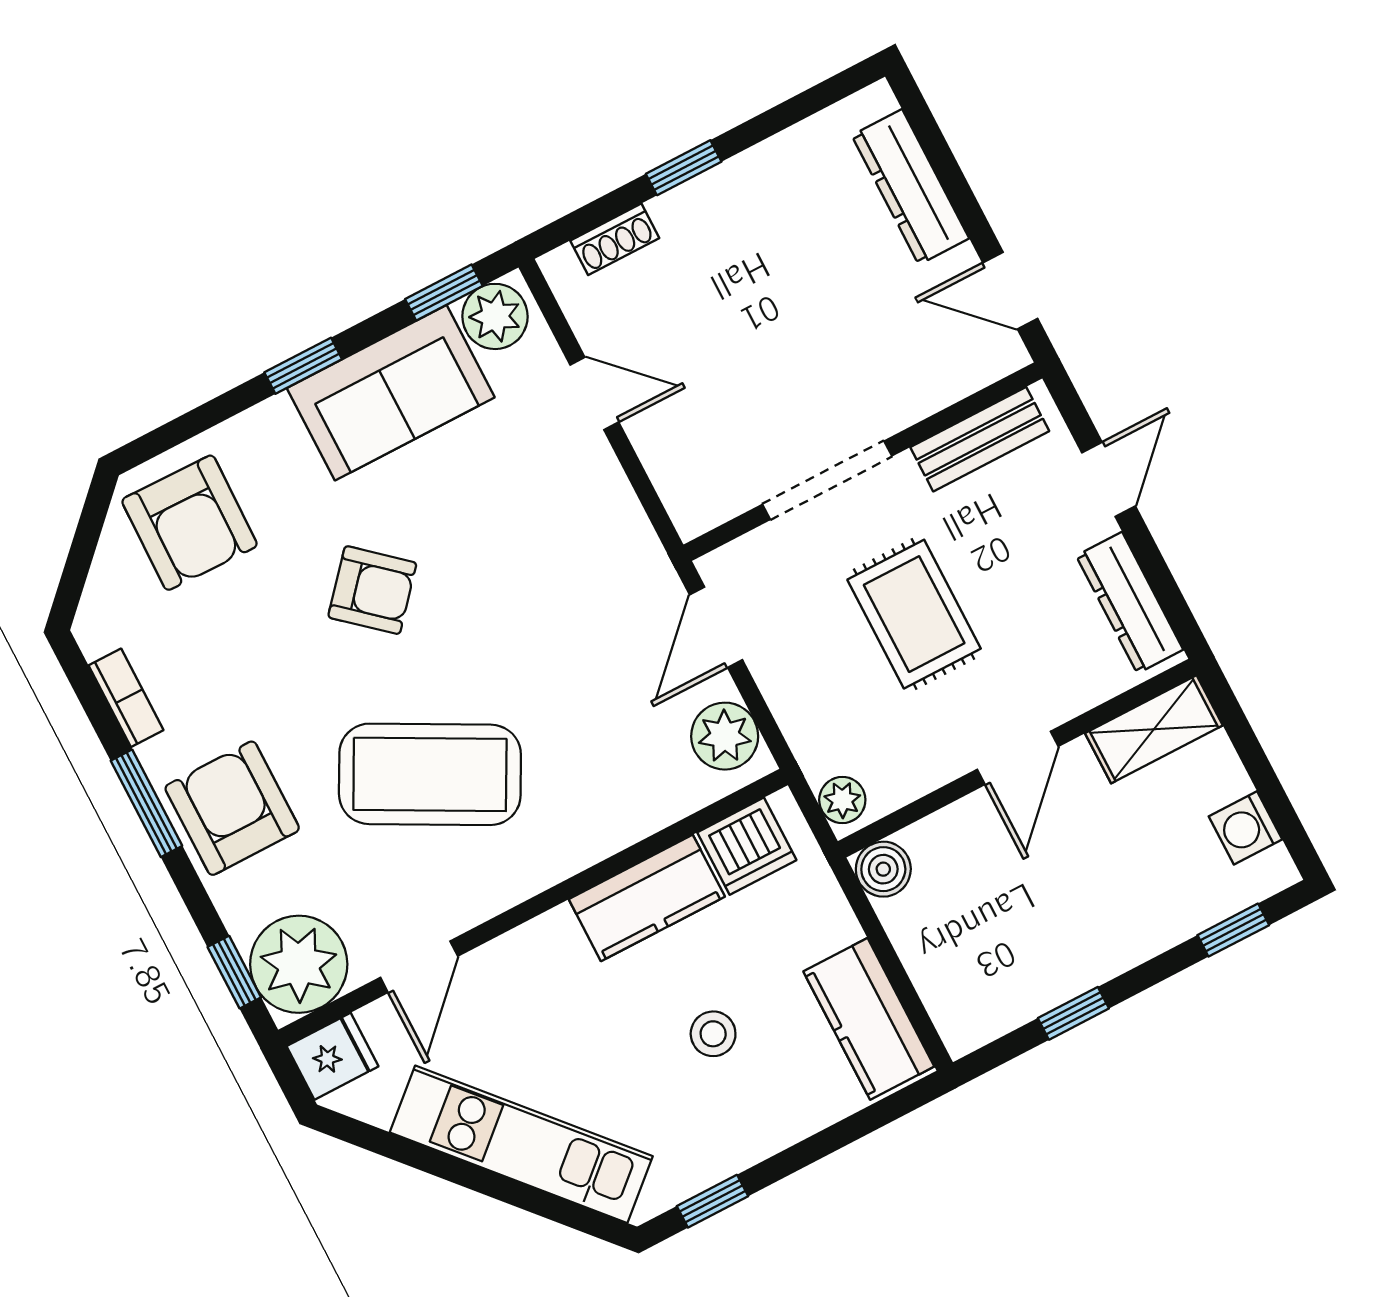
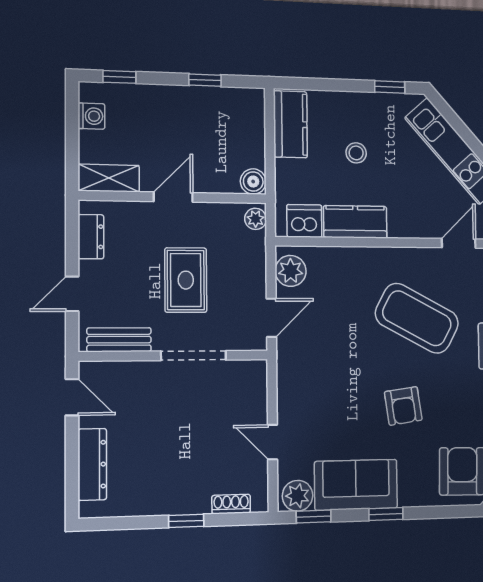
armchair: (372, 590) -> (403, 406), turned -139
dresser: (1130, 603) -> (91, 237), width x0.70

